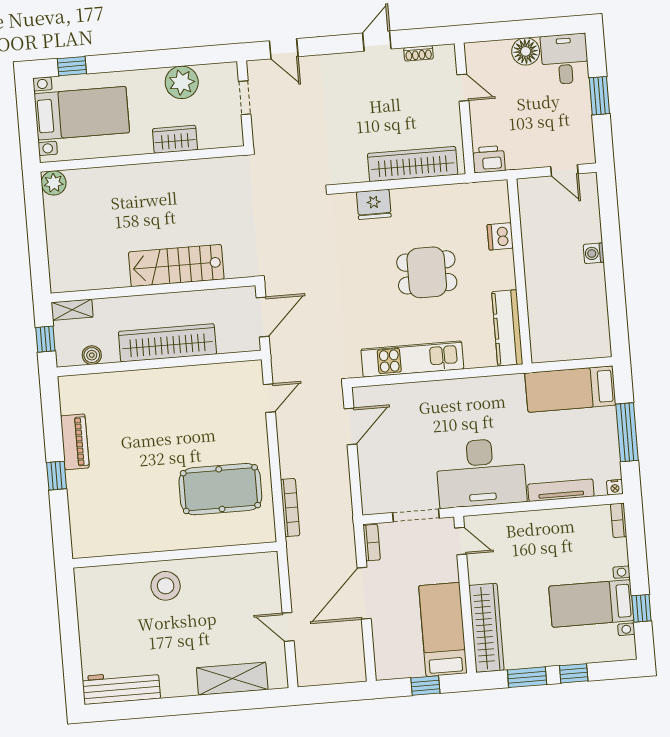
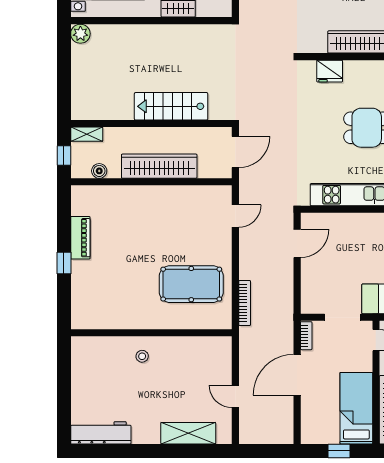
stool: (166, 586) -> (142, 356), width x0.53, depth x0.53

